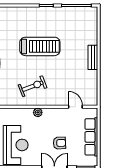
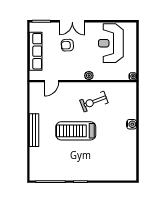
treadmill: (40, 46) -> (76, 131), moved
bench: (93, 57) -> (34, 130), width x1.36
door: (75, 107) -> (51, 81), hinge flipped

